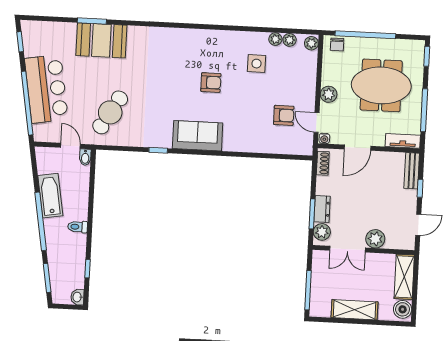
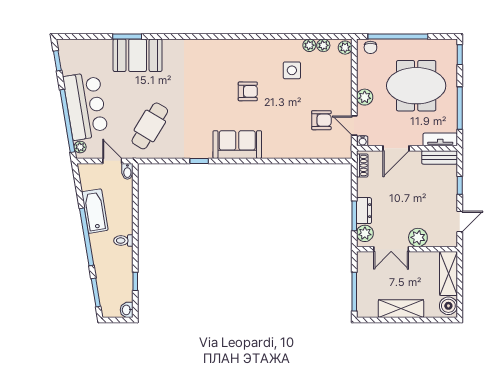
plant: (39, 130) -> (80, 147), added
bench: (412, 171) -> (440, 157), moved, turned 90

